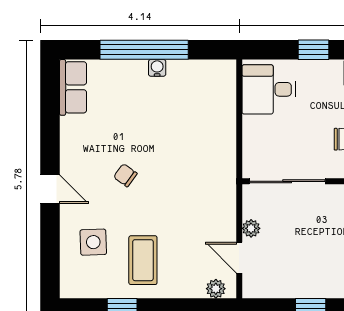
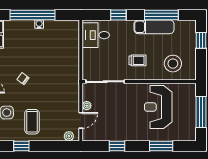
door: (239, 258) -> (81, 120), swing flipped

